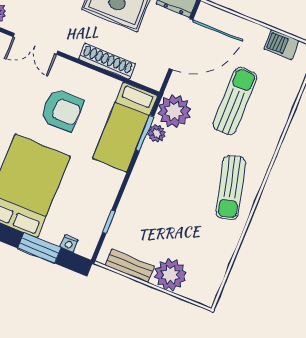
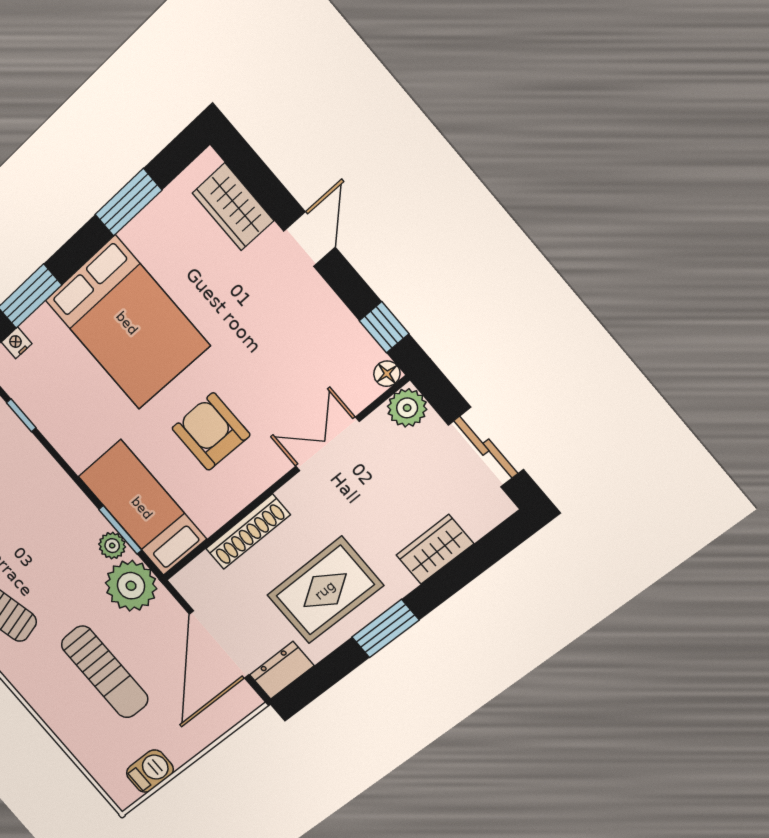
armchair: (62, 110) -> (211, 432), turned 90

